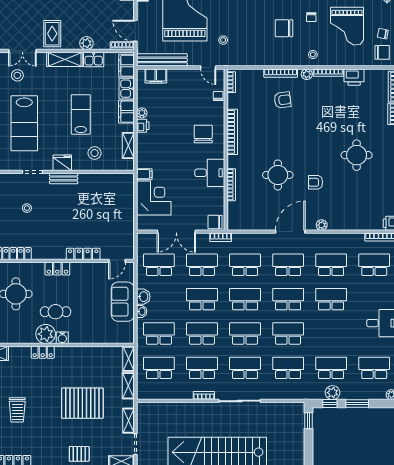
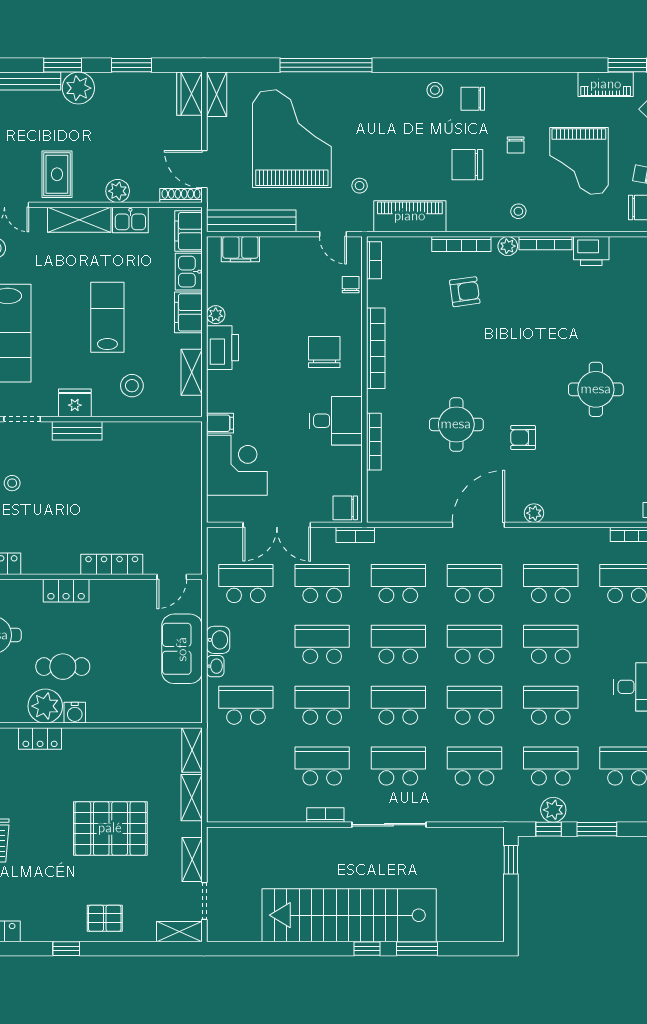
piano: (252, 57) -> (410, 216), added
printer: (143, 126) -> (222, 348), width x1.87, depth x1.48
school desk: (159, 368) -> (551, 705), moved

